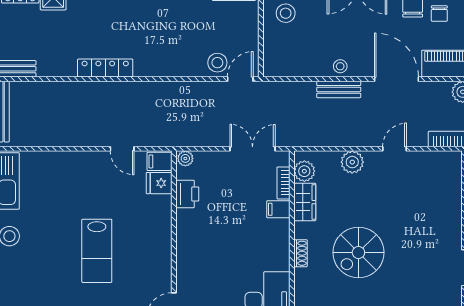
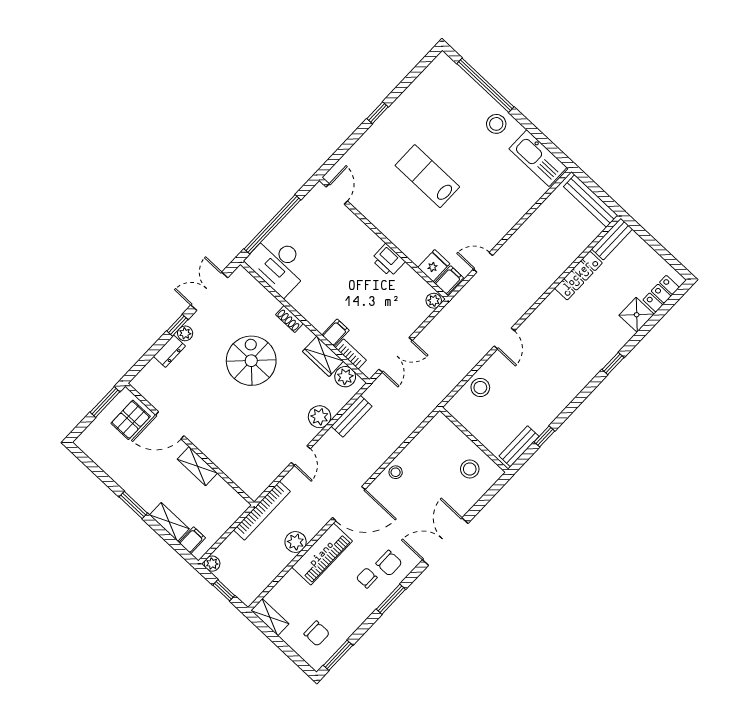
locker: (105, 68) -> (578, 276), moved
door: (240, 79) -> (504, 338), moved
bench: (339, 89) -> (352, 416), moved
printer: (187, 194) -> (388, 260), moved

